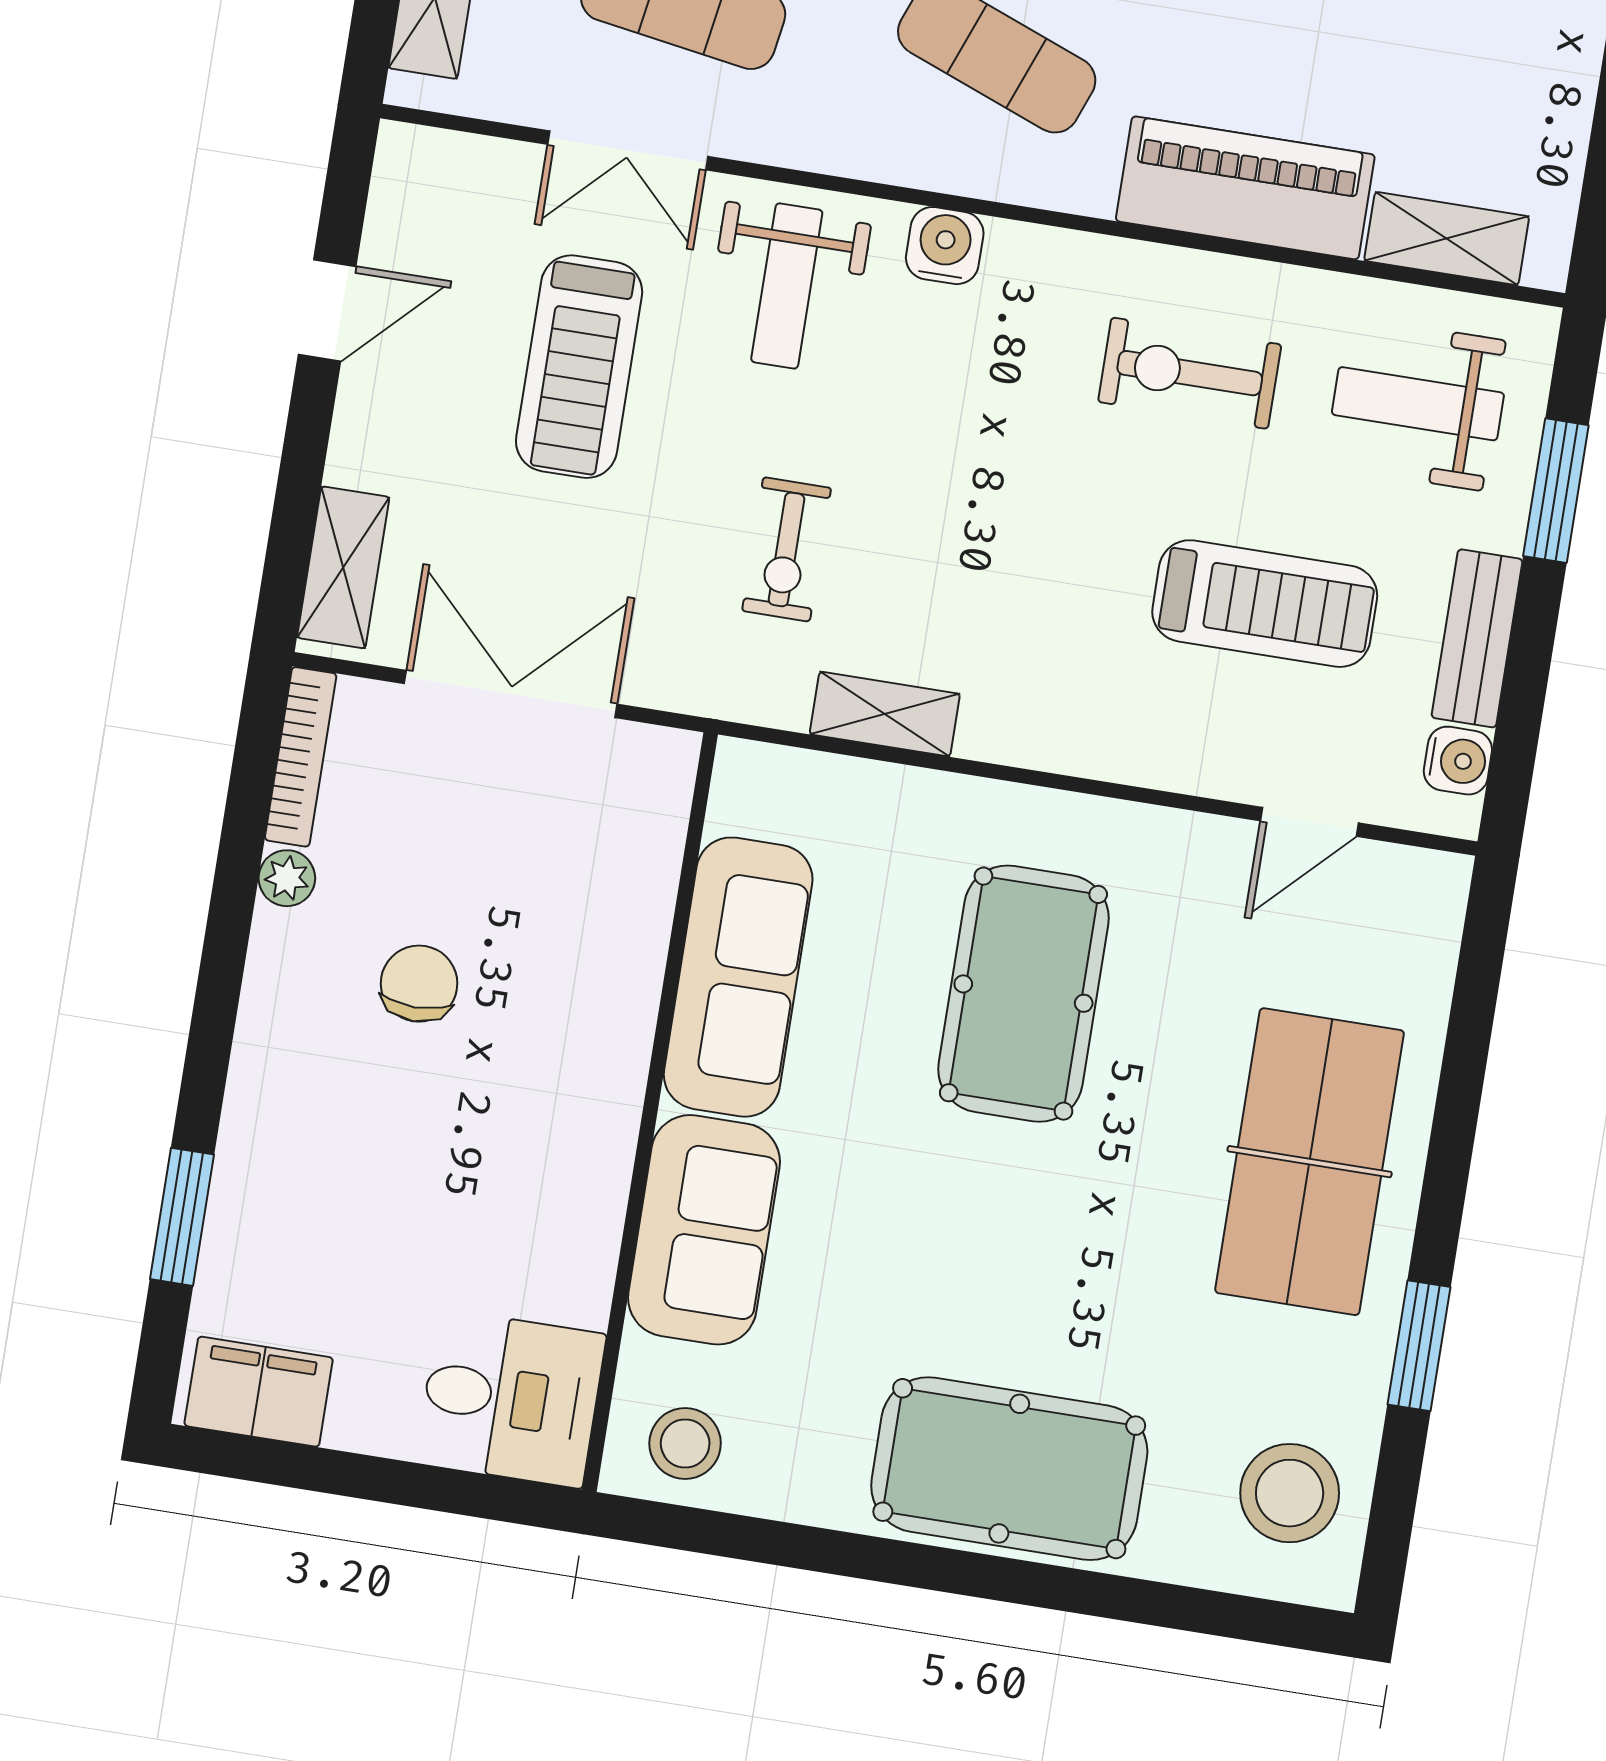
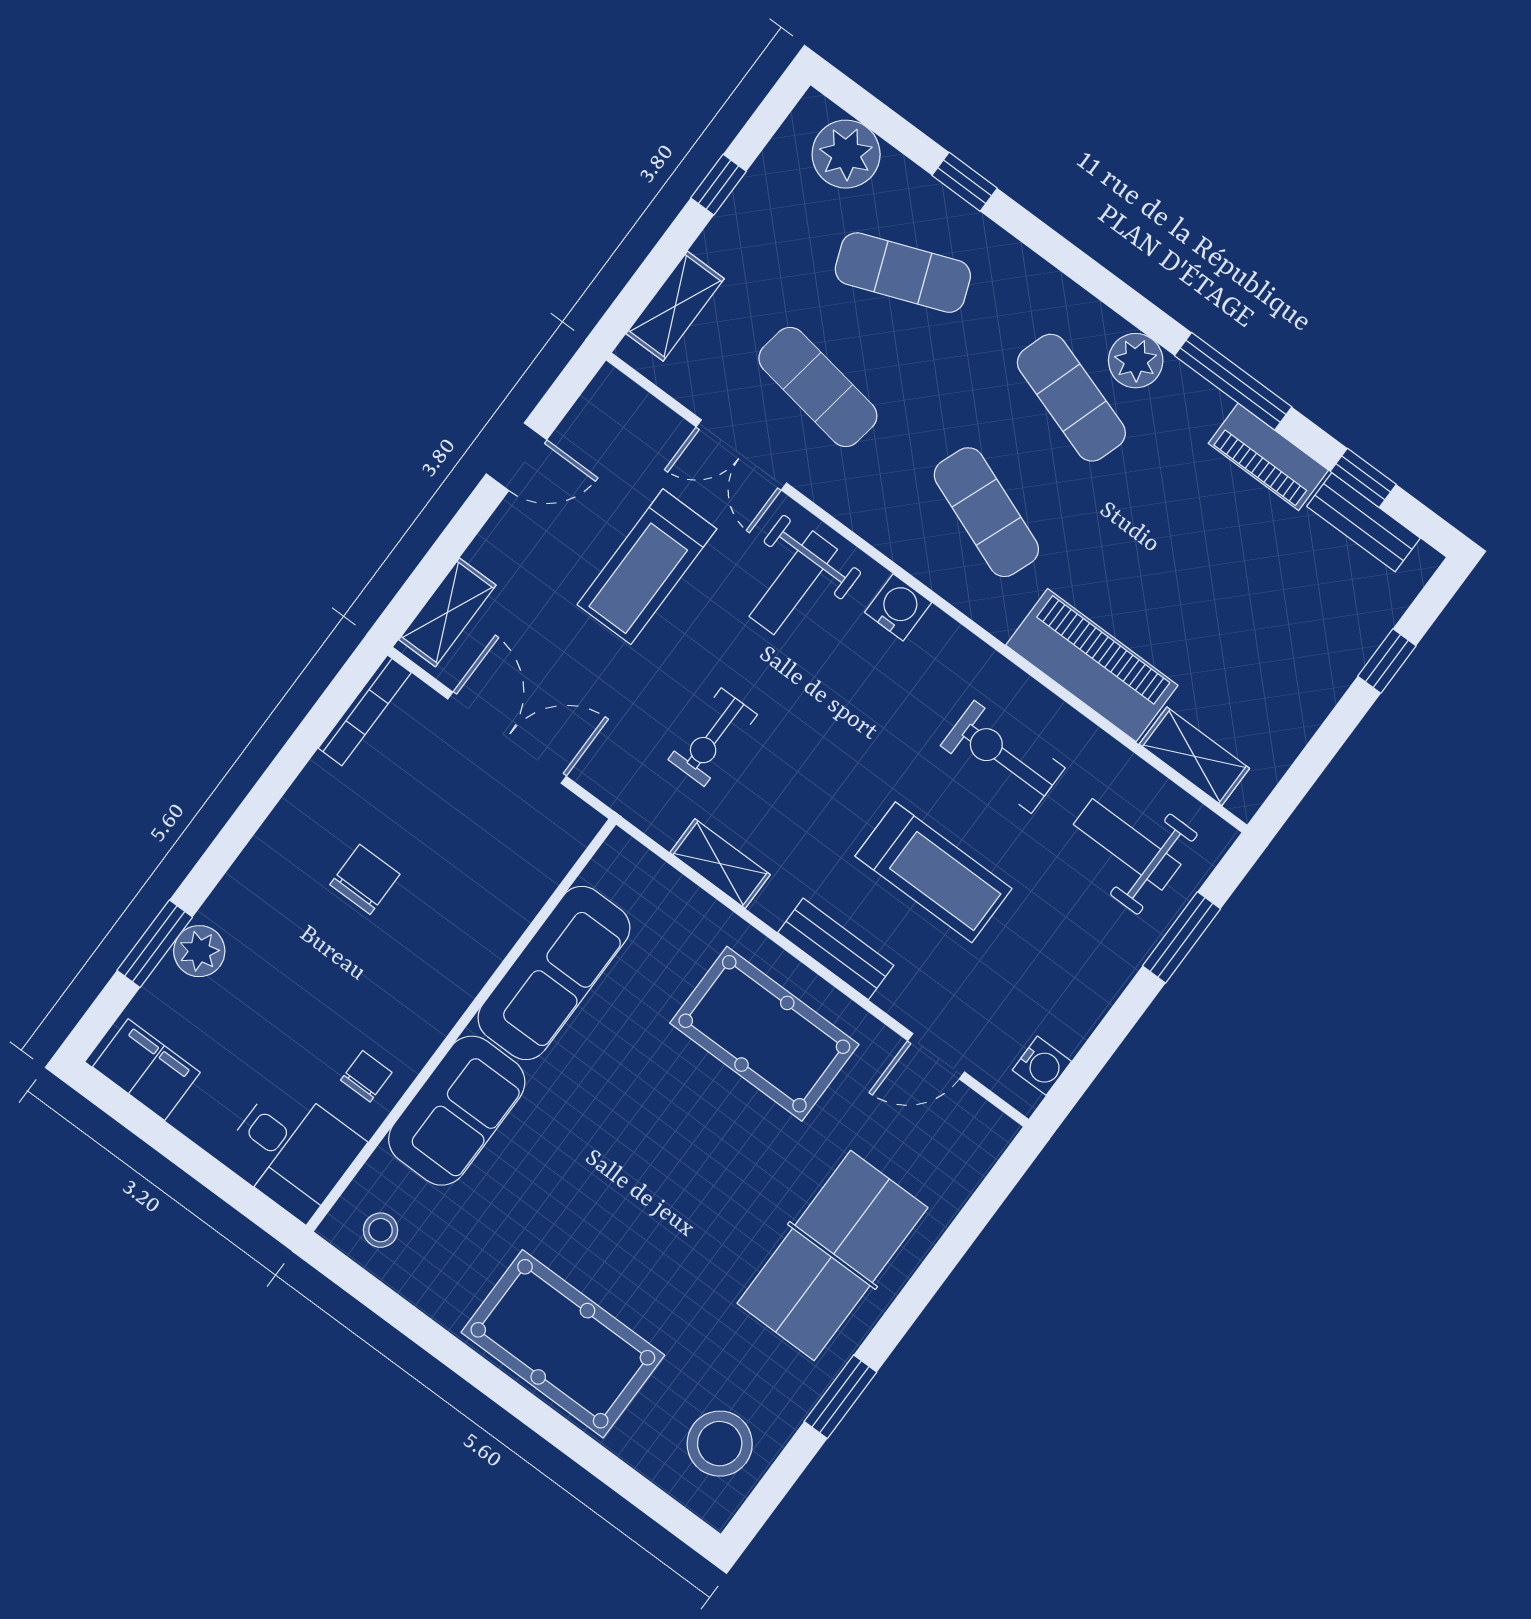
treadmill: (1265, 604) -> (934, 872), moved
bench: (1477, 638) -> (836, 949), moved, turned 90
plant: (287, 878) -> (199, 951), moved, width x1.38, depth x1.38
pool table: (1023, 994) -> (764, 1034), moved, turned 90
chair: (559, 1247) -> (366, 1076), added
stool: (685, 1444) -> (381, 1230), width x0.73, depth x0.73

